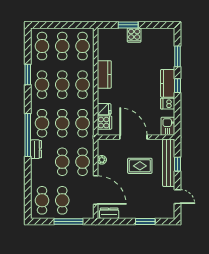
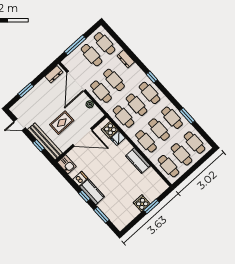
window: (28, 135) -> (152, 77), width x0.32
dresser: (36, 149) -> (126, 59), moved
door: (96, 190) -> (76, 81), hinge flipped

